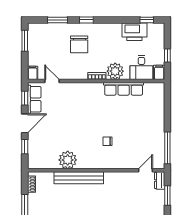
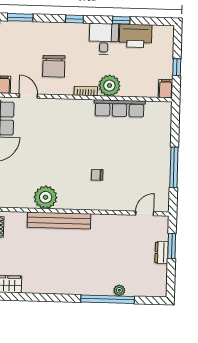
window: (58, 20) -> (20, 17), moved
window: (147, 20) -> (121, 20), moved
chair: (79, 44) -> (54, 66), moved
desk: (141, 67) -> (104, 39), moved, turned 180
window: (167, 148) -> (174, 167), moved
dresser: (160, 181) -> (162, 253), moved

